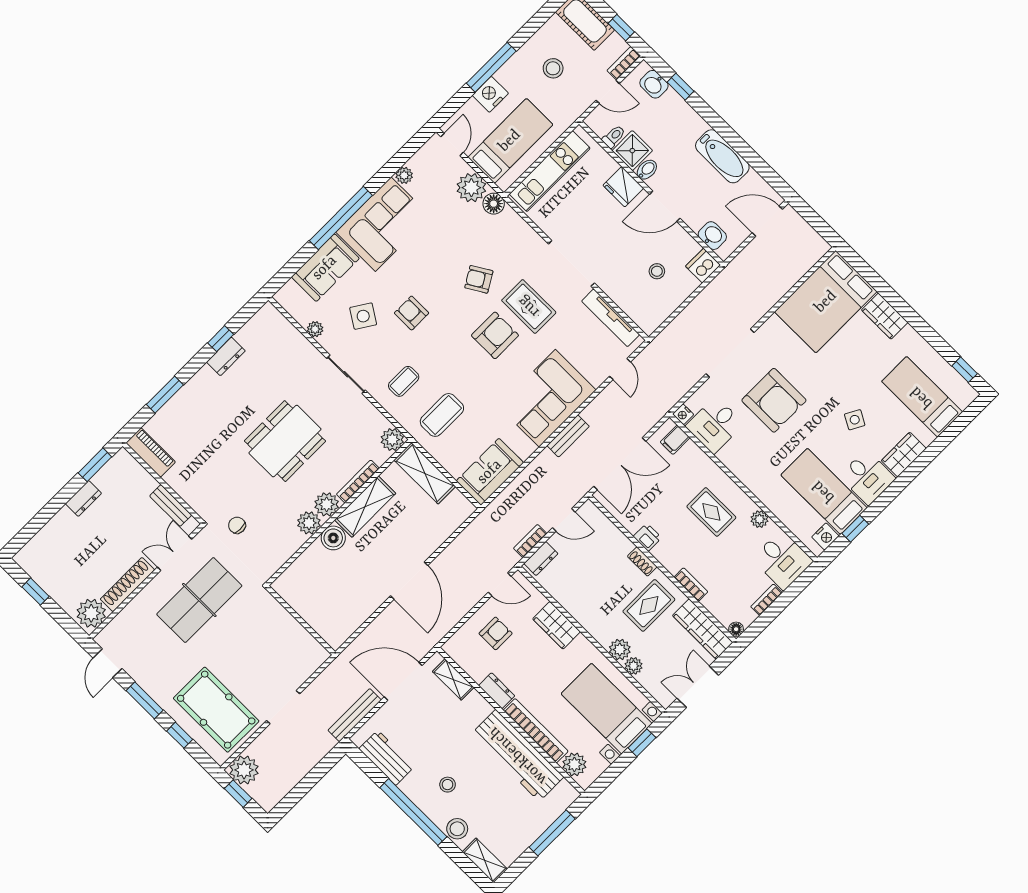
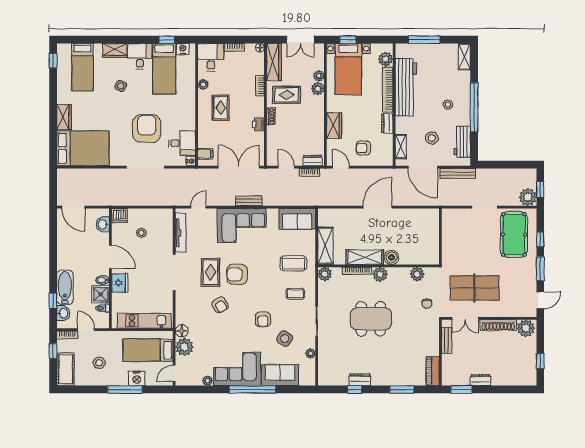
bathtub: (722, 156) -> (65, 287), moved
plant: (309, 523) -> (417, 274), moved
stool: (457, 829) -> (432, 138), moved

